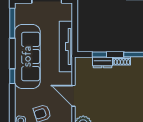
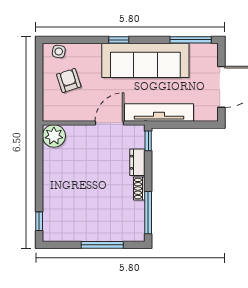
window: (99, 55) -> (148, 141), moved
door: (73, 96) -> (110, 123), moved

